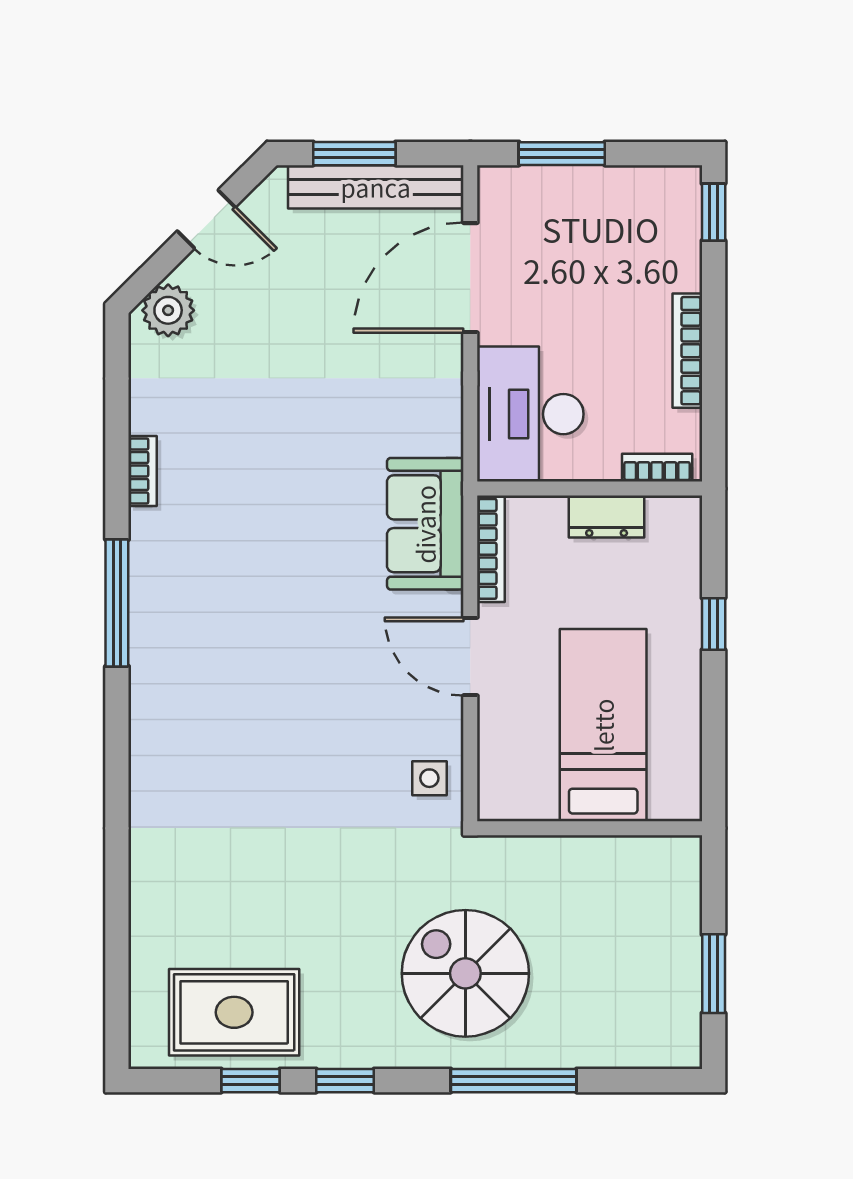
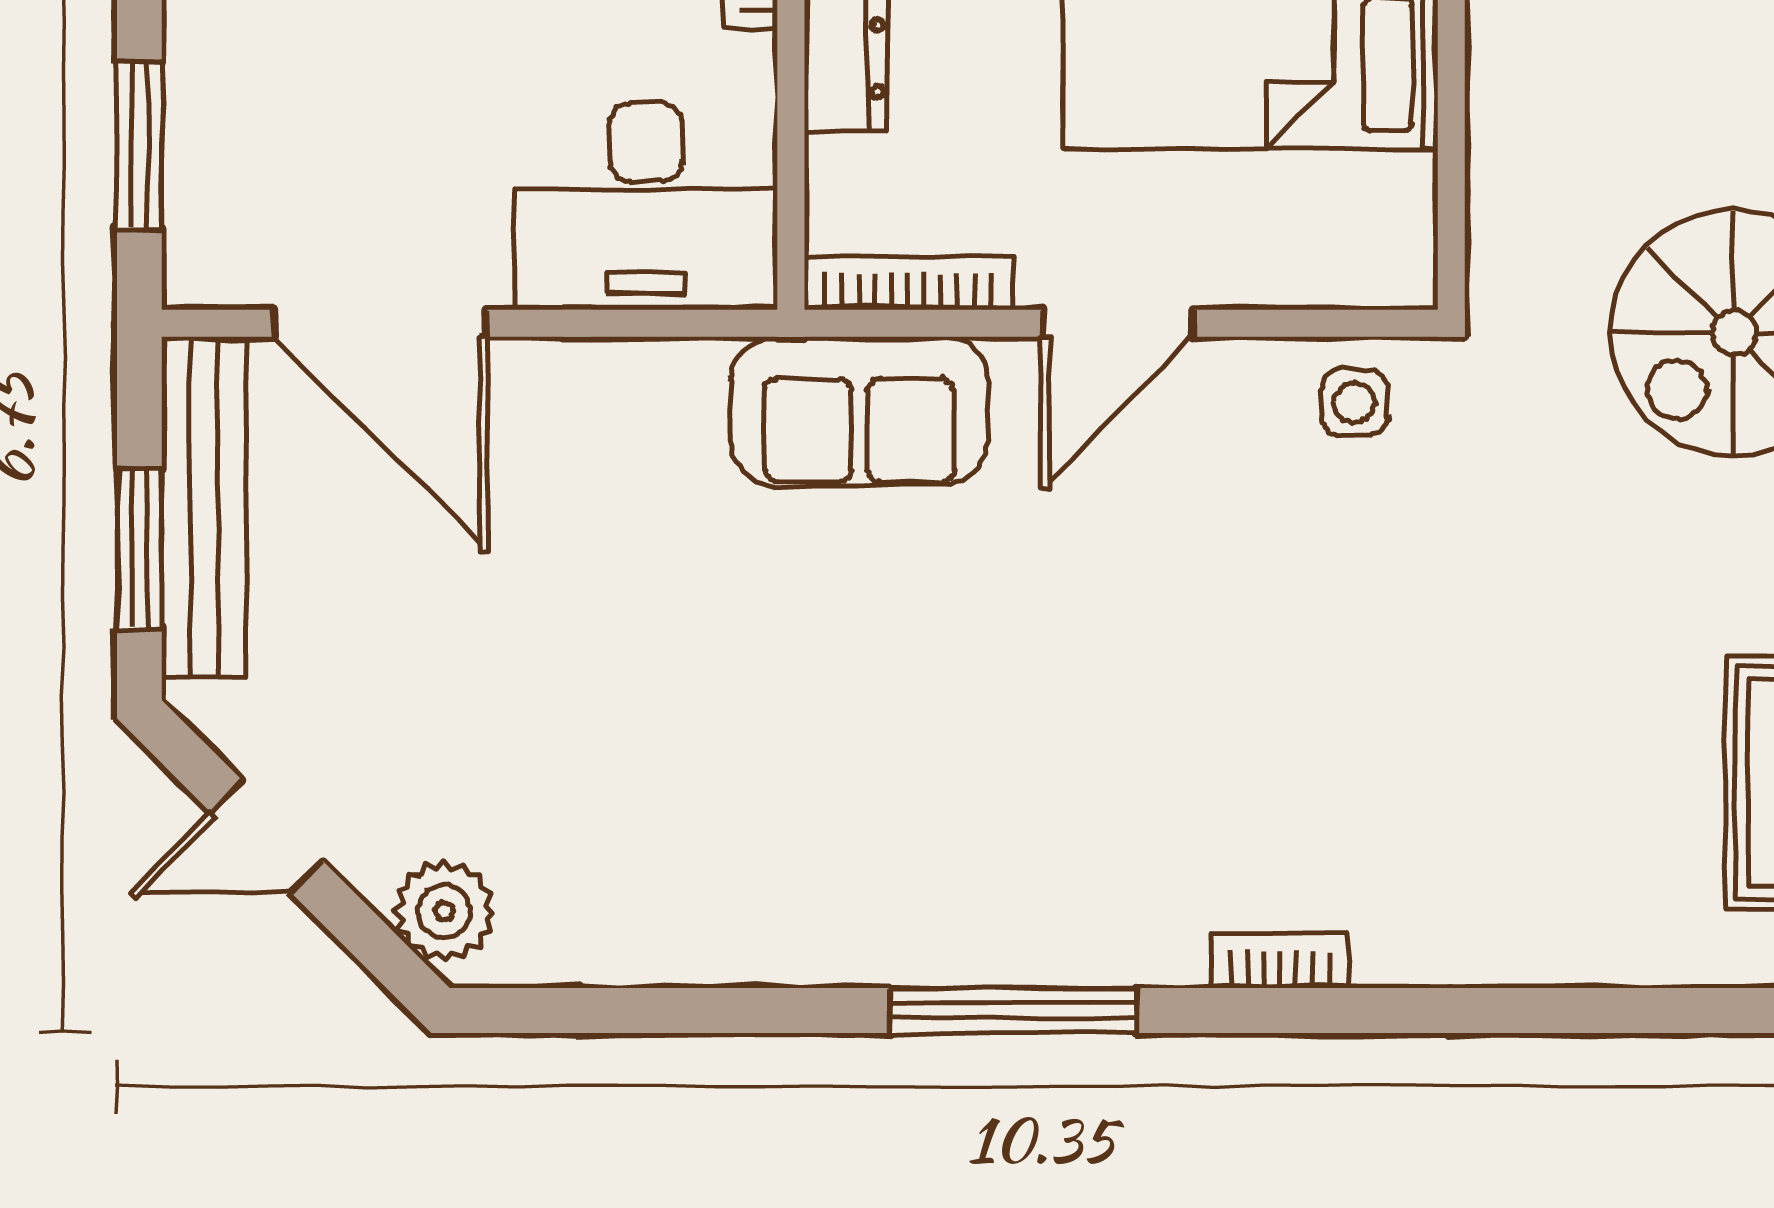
door: (206, 219) -> (267, 837), swing flipped
bookcase: (142, 471) -> (1280, 961), moved

